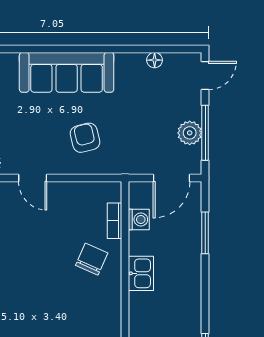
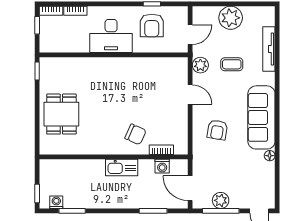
floor lamp: (155, 60) -> (270, 156), moved
armchair: (85, 138) -> (217, 130), turned 113
door: (33, 178) -> (190, 95), swing flipped
kitchen sink: (141, 273) -> (122, 167), width x1.38

